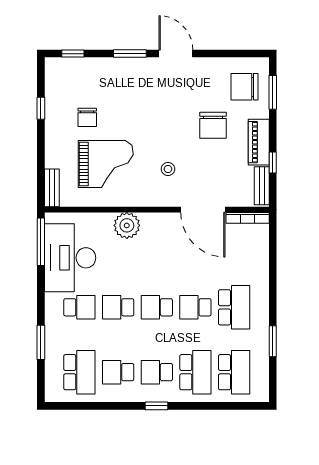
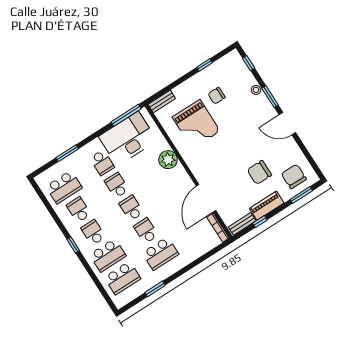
door: (176, 54) -> (287, 124), swing flipped
stool: (168, 169) -> (256, 90), moved

